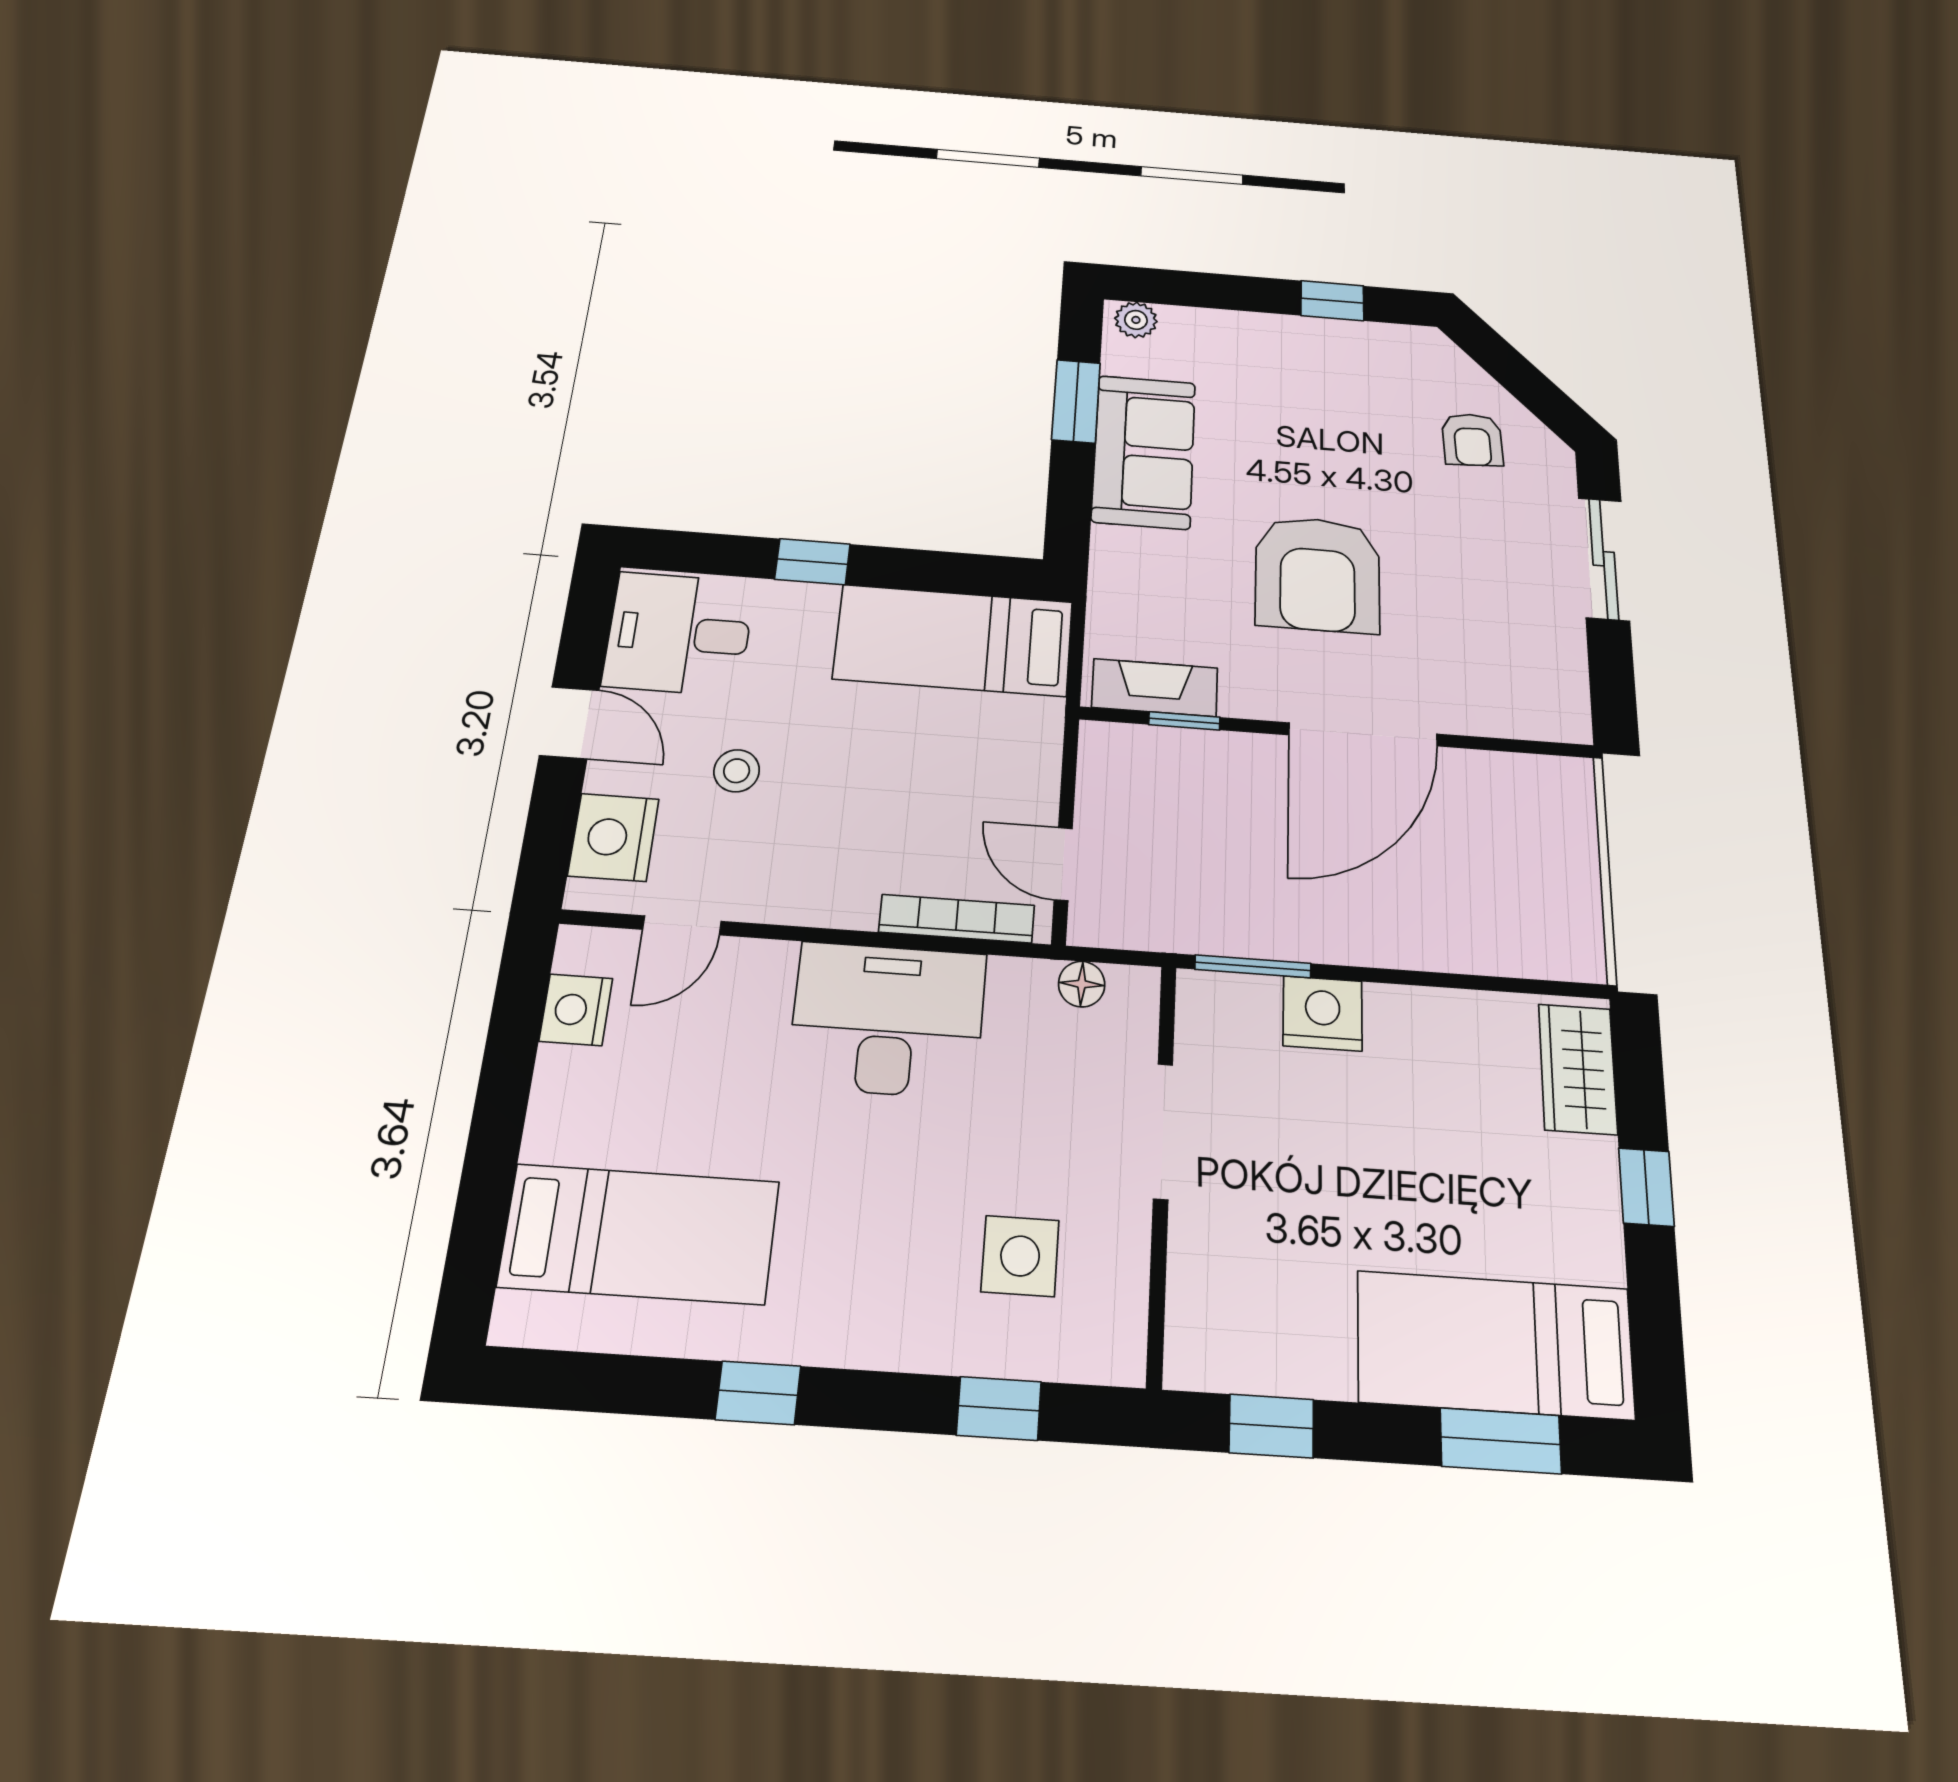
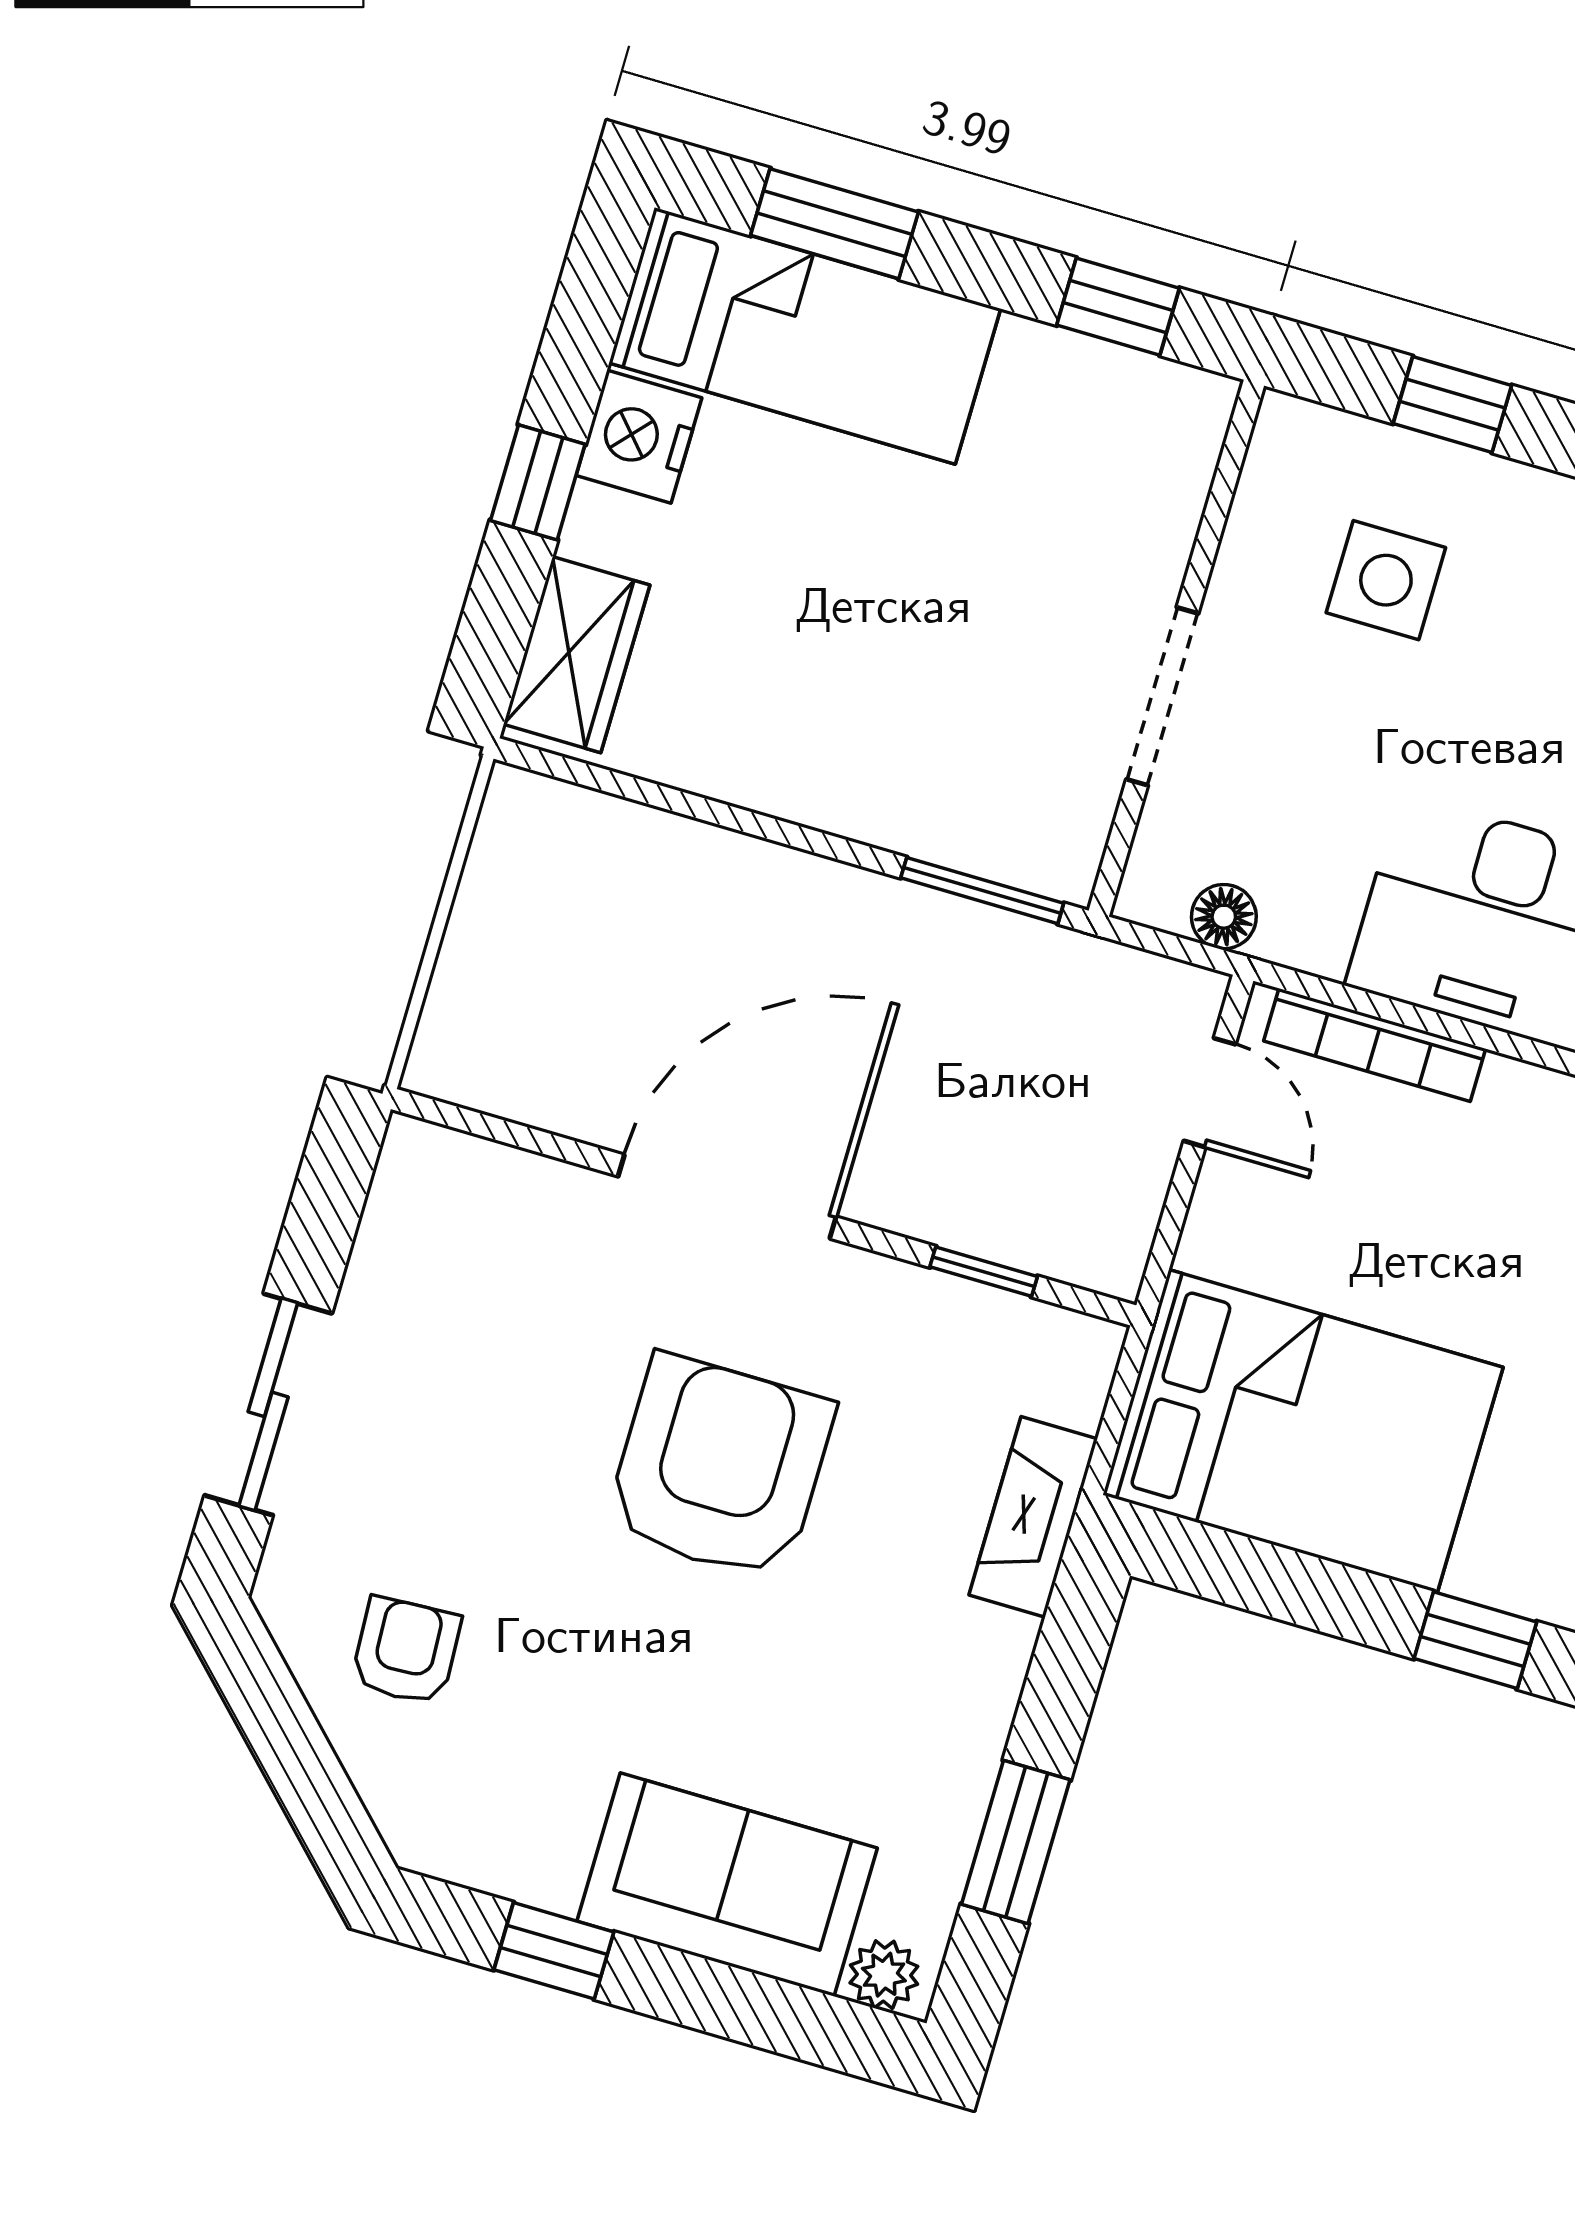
sofa: (1144, 452) -> (727, 1885), moved, turned 90
bed: (954, 640) -> (1303, 1431), width x1.50
fireplace: (1155, 688) -> (1033, 1517), moved, turned 90
nightstand: (1323, 1013) -> (639, 437), moved, turned 90

